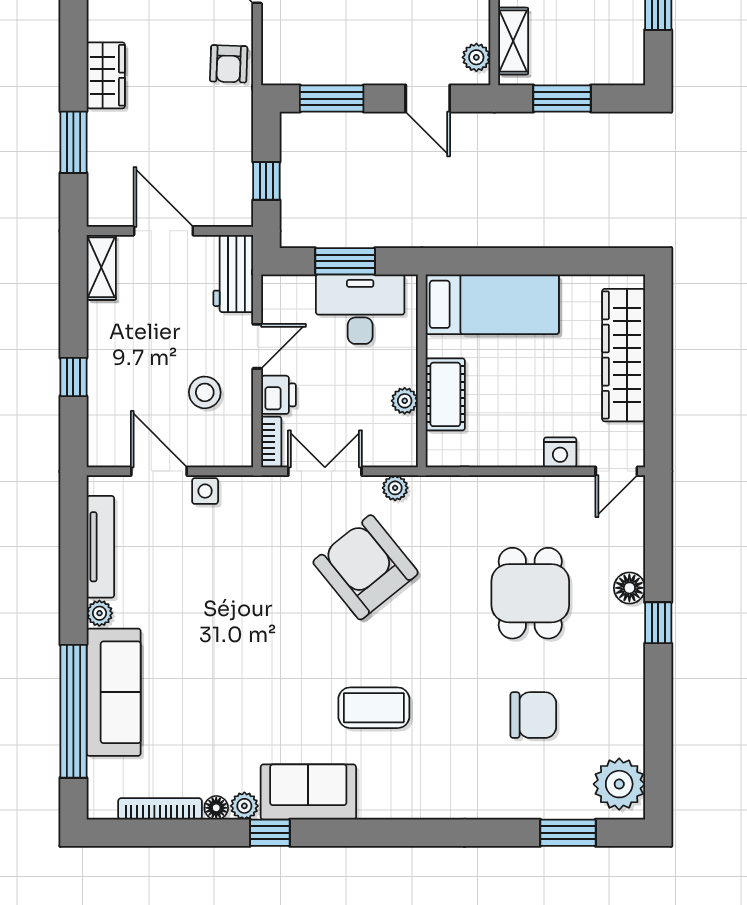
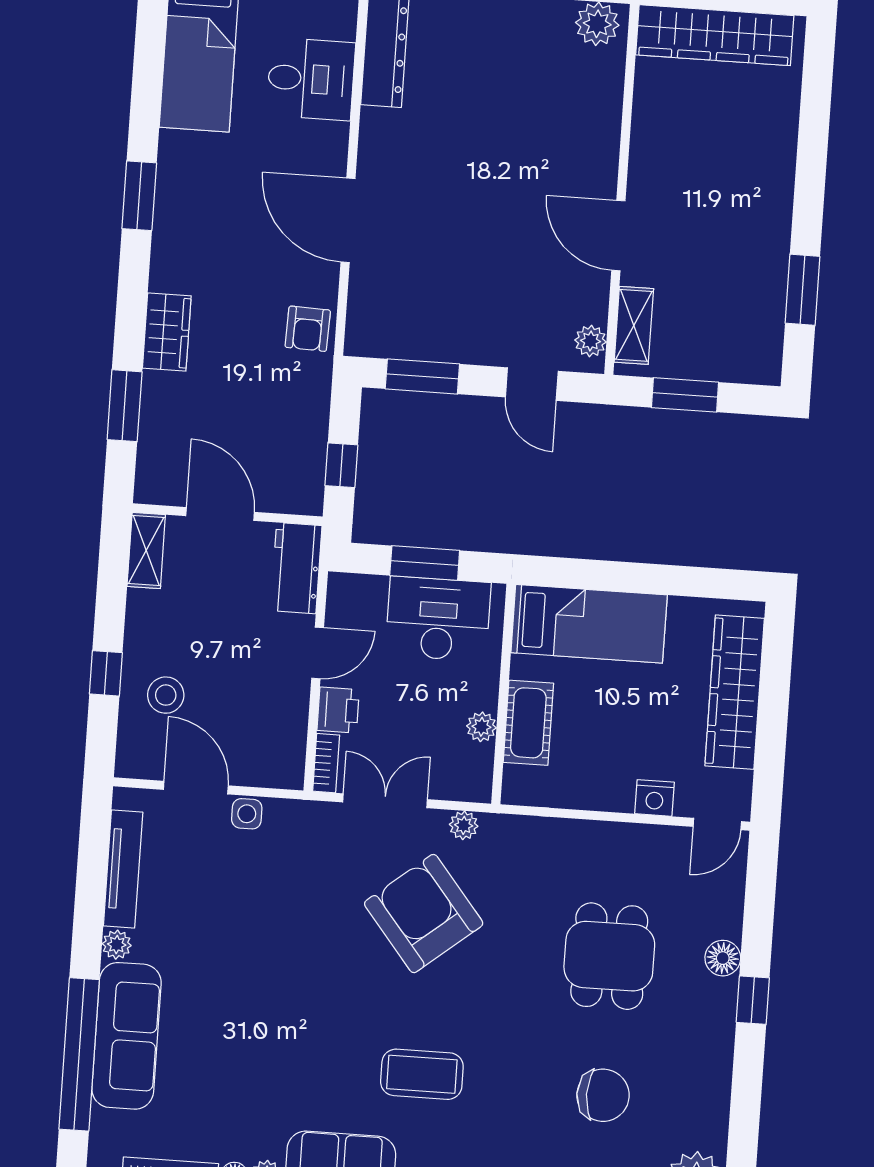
stool: (205, 392) -> (166, 695), moved

